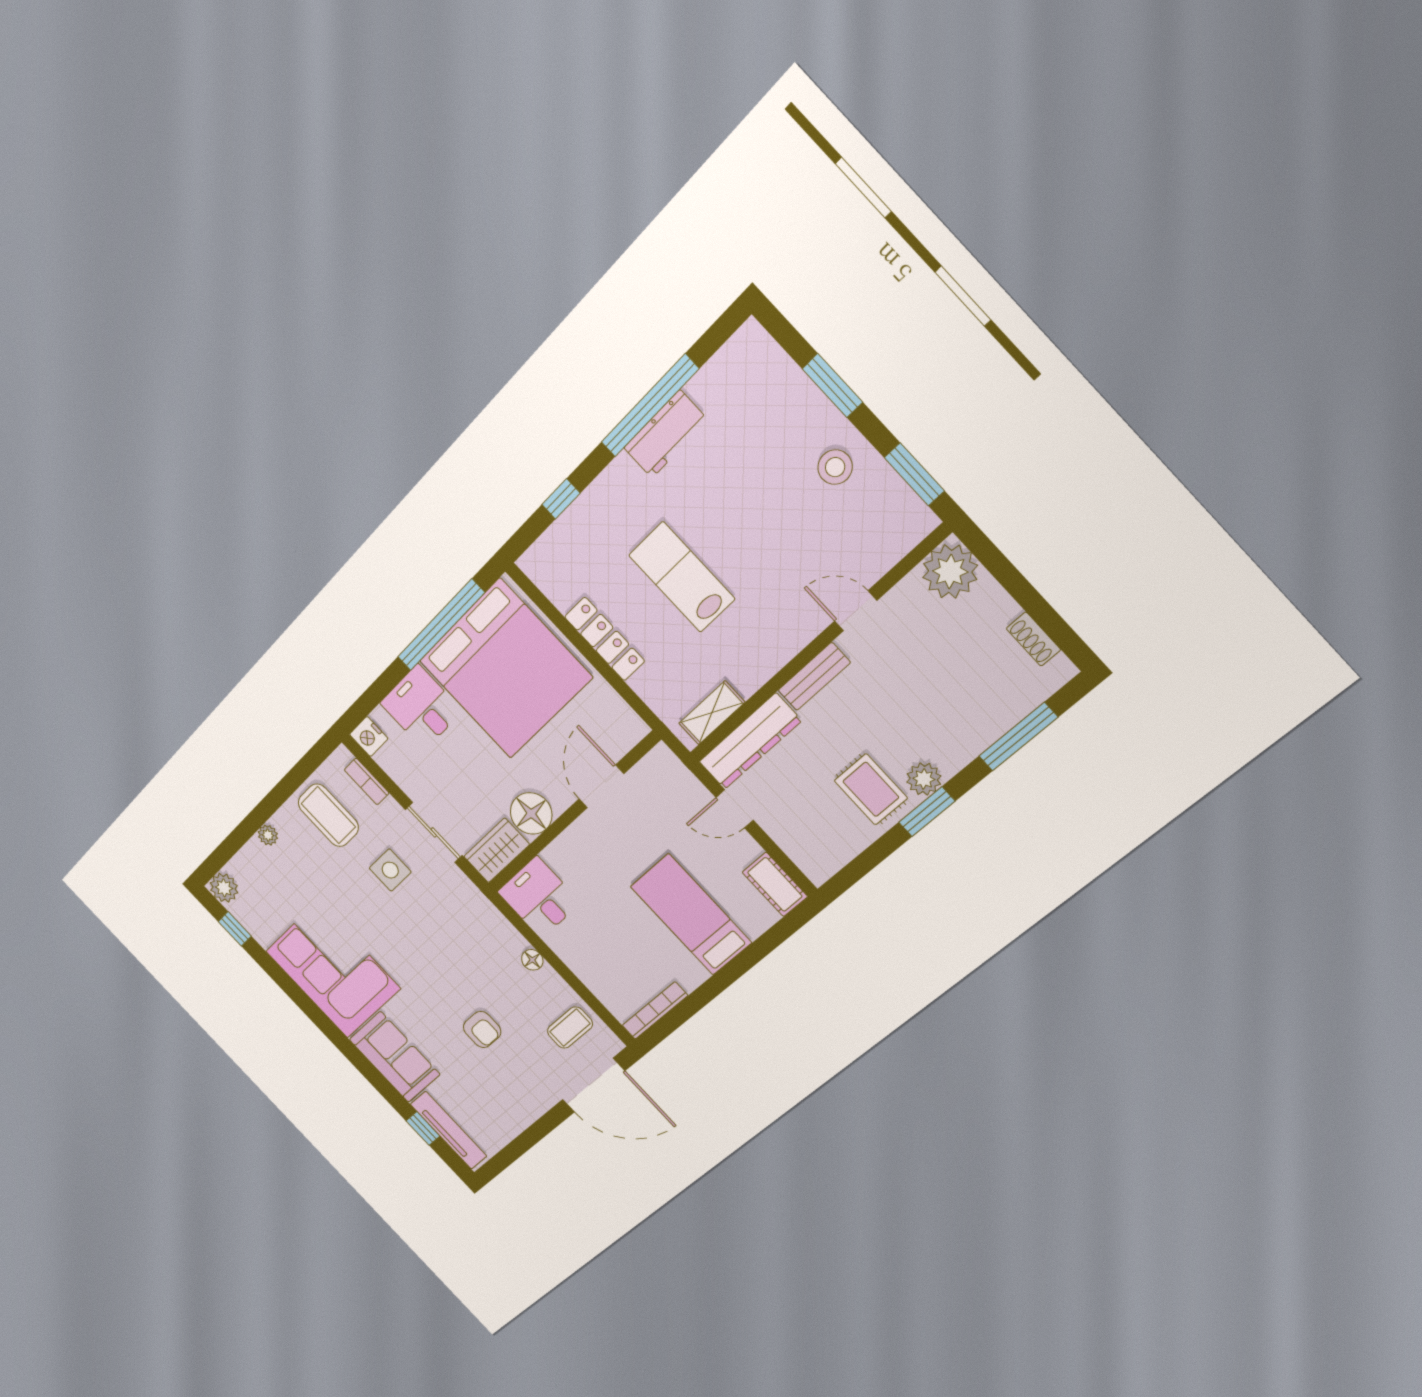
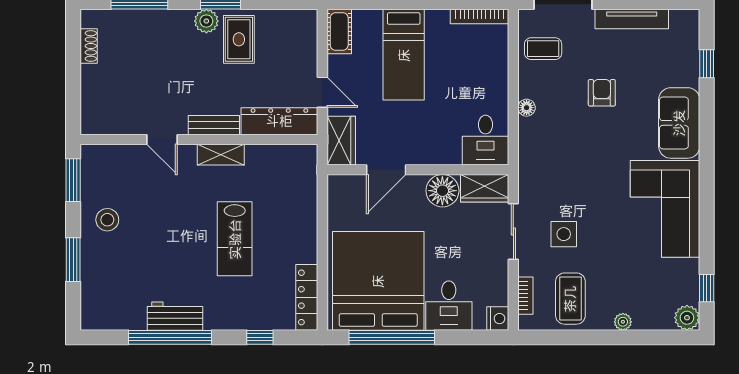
plant: (950, 571) -> (98, 116), removed
locker: (605, 639) -> (307, 297), moved
shelving: (712, 713) -> (221, 155), moved
wardrobe: (671, 776) -> (341, 141), added
tv unit: (449, 1130) -> (632, 19), moved, turned -90

